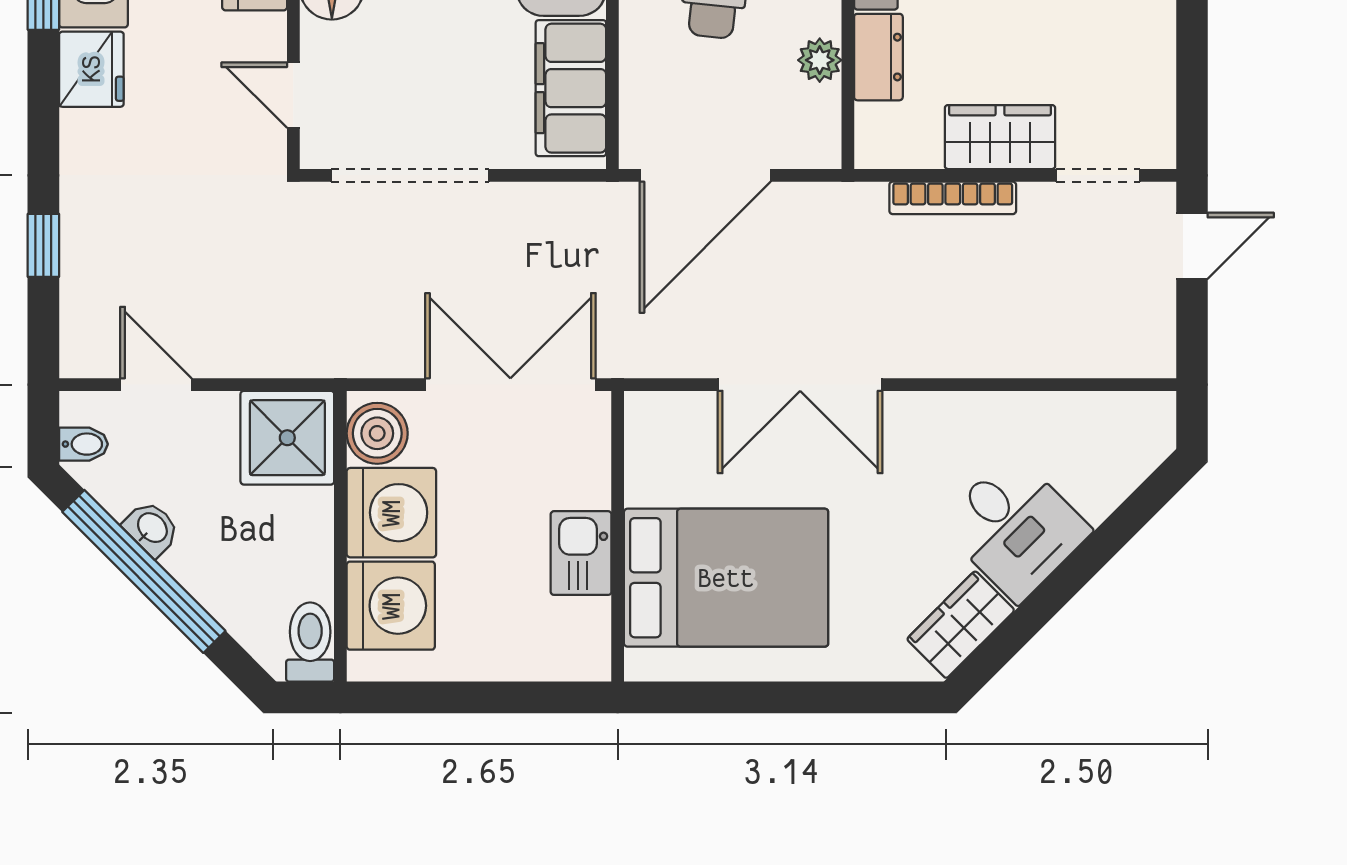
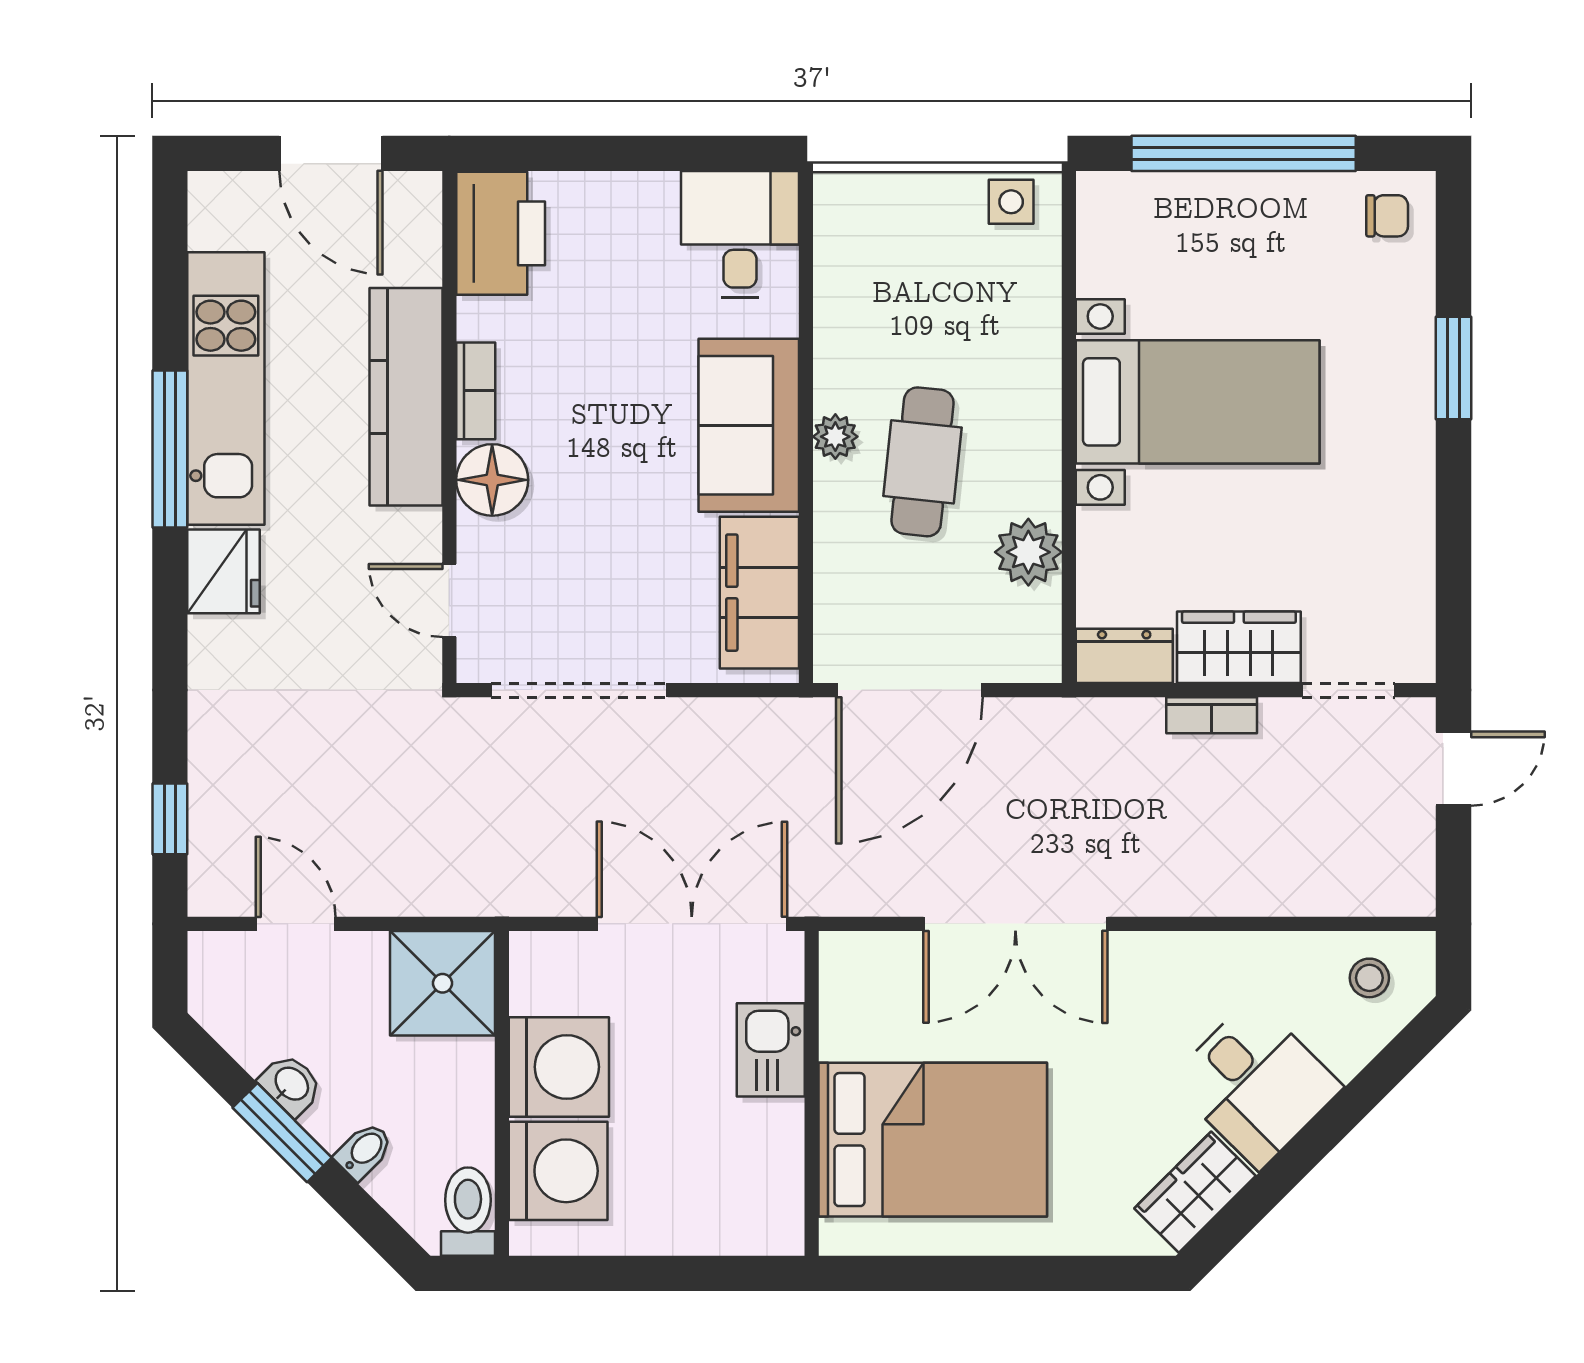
dresser: (878, 57) -> (1124, 656), moved, turned -90
plant: (820, 60) -> (1028, 552), width x1.38, depth x1.38
bookcase: (953, 198) -> (1212, 715), width x0.64
window: (43, 245) -> (170, 819), moved
boiler: (377, 433) -> (543, 978), removed
stool: (1117, 433) -> (1369, 978), added
bidet: (83, 444) -> (364, 1151), moved, turned -45
kitchen sink: (581, 553) -> (771, 1050), moved
window: (144, 571) -> (282, 1133), width x0.47

